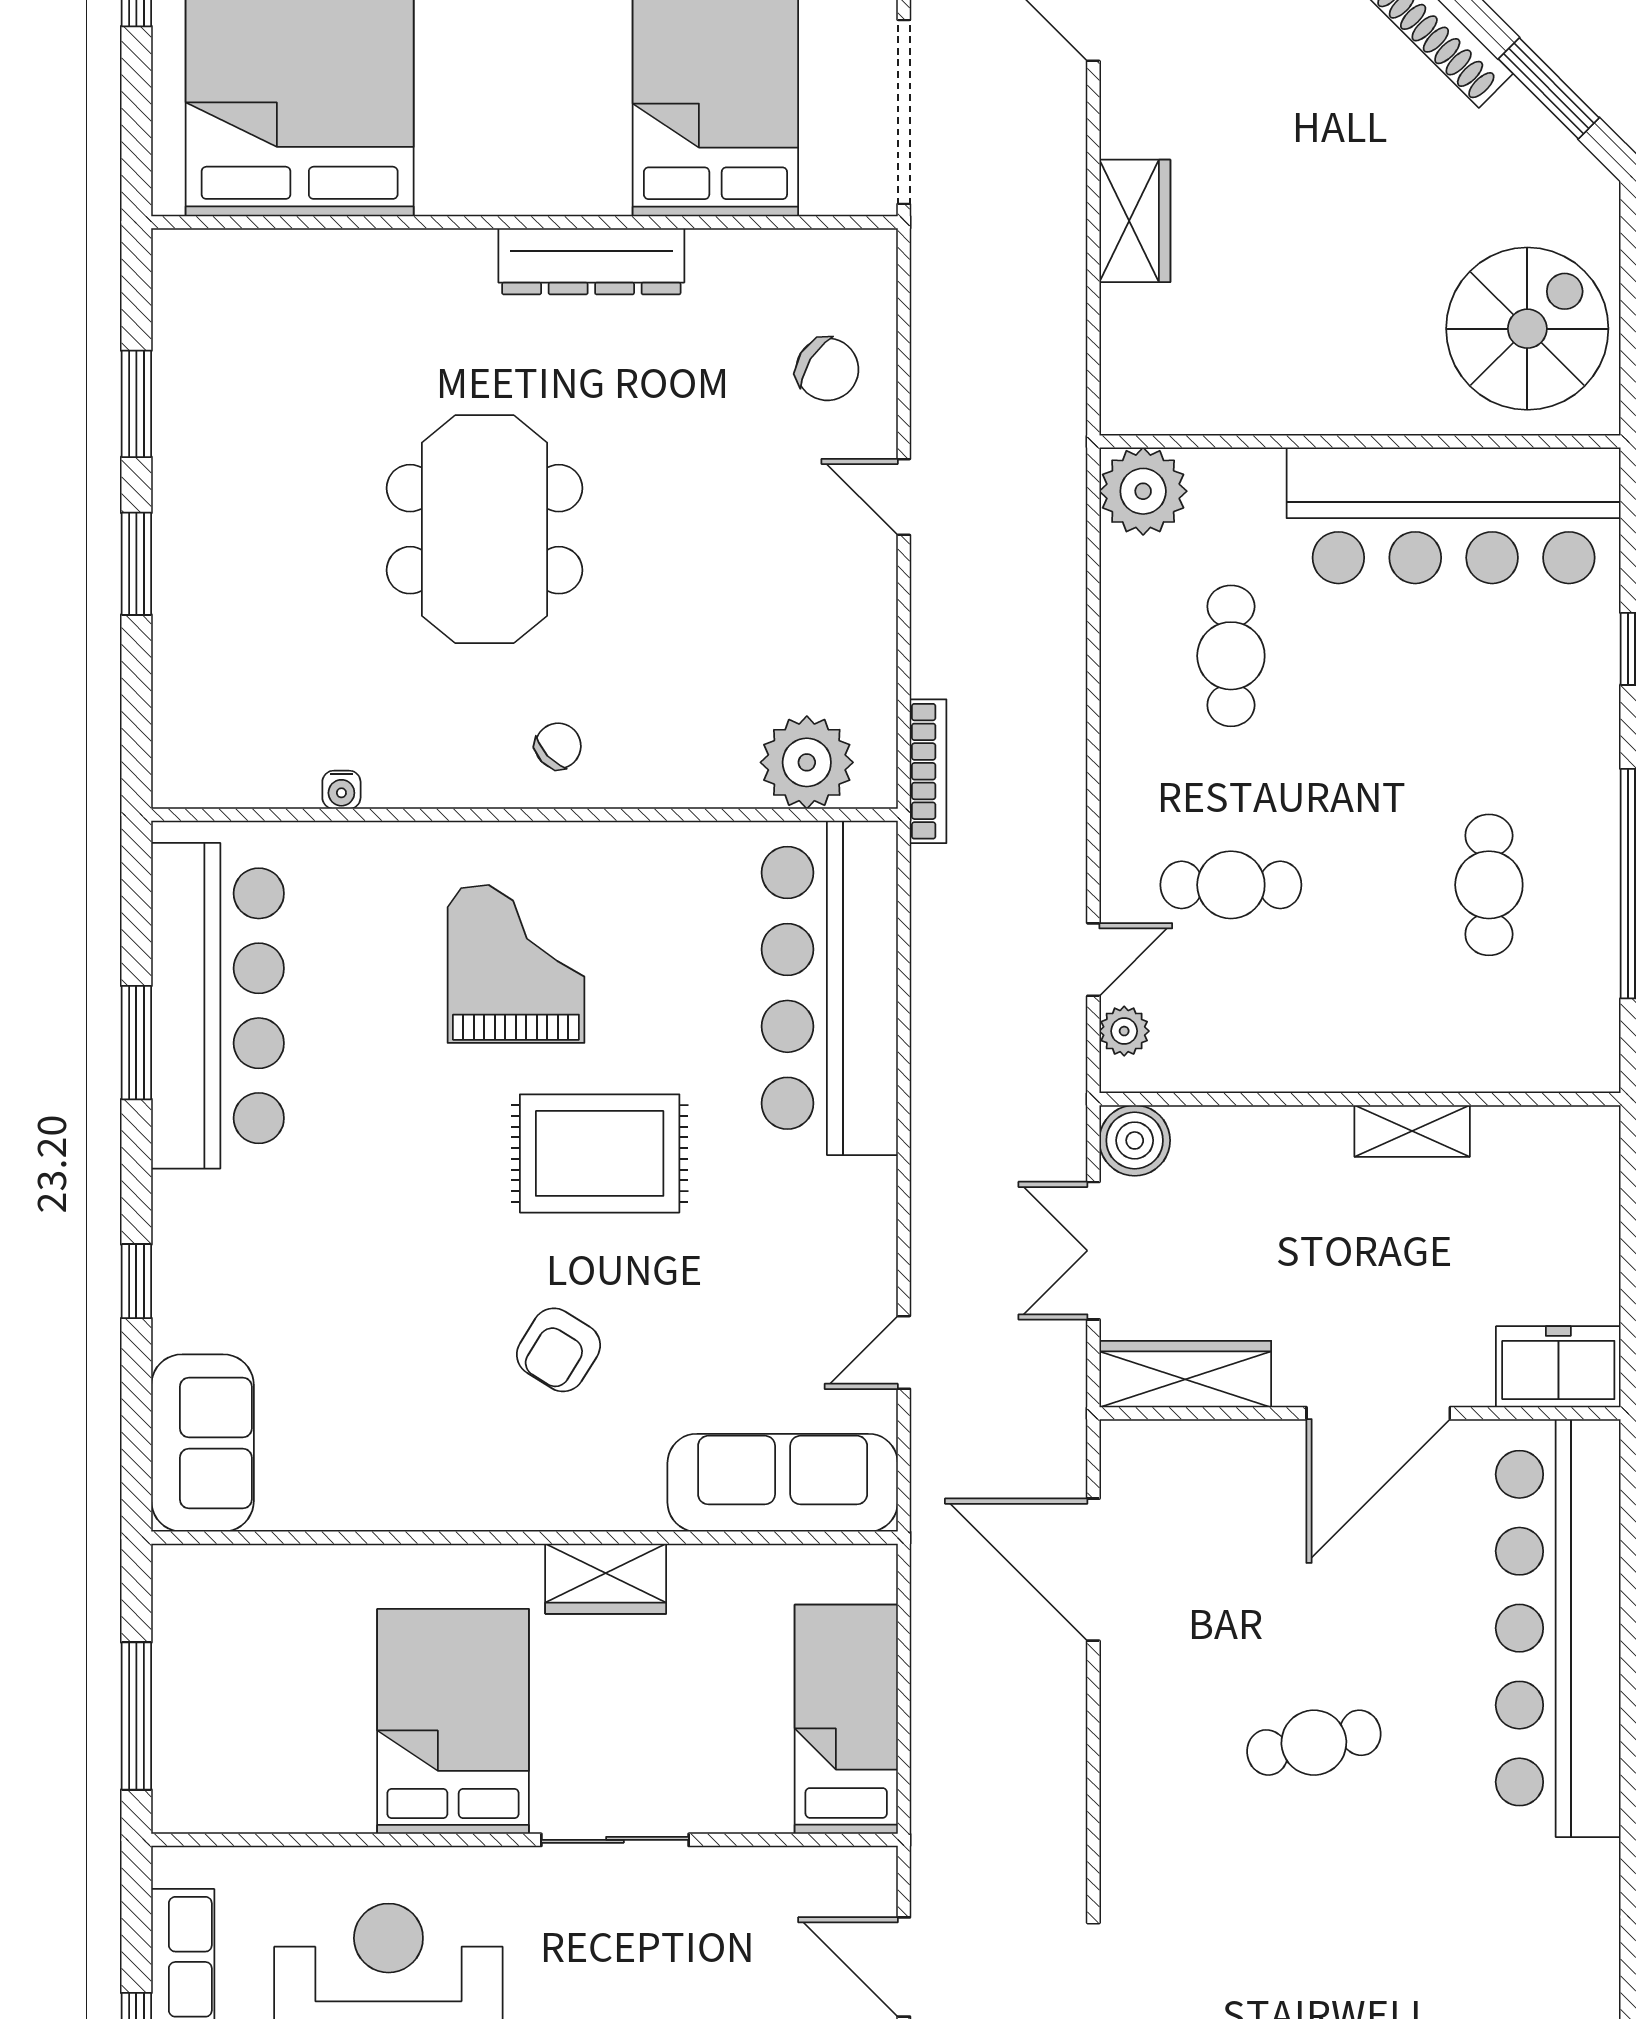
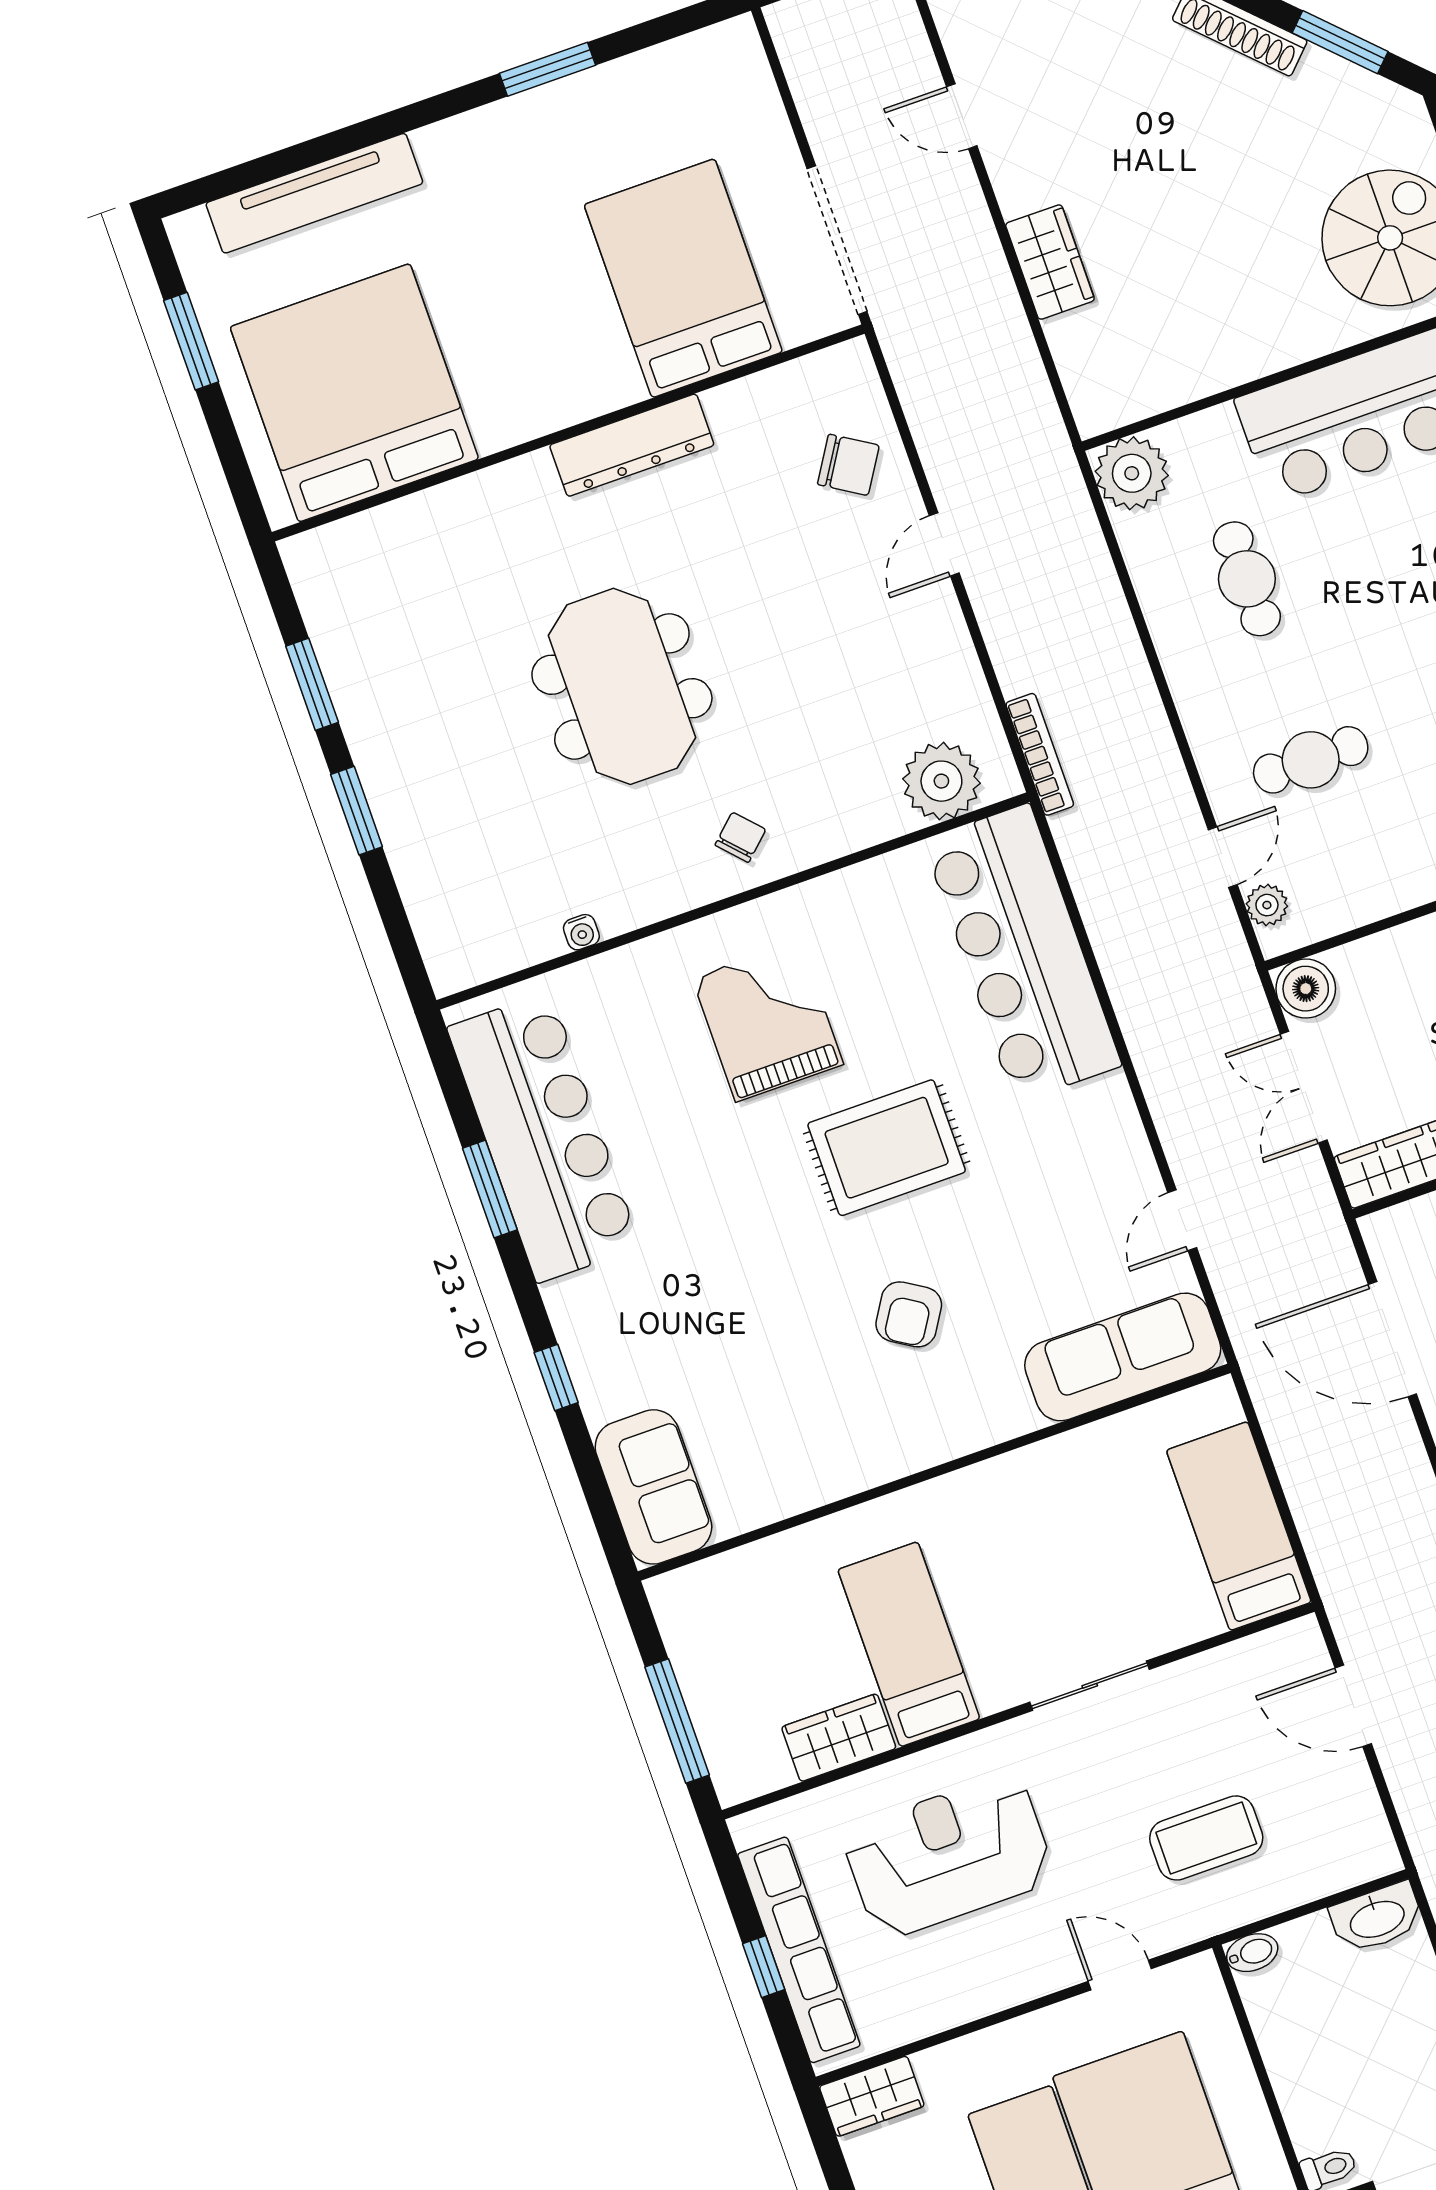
door: (904, 497) -> (944, 544), hinge flipped
wardrobe: (606, 1579) -> (839, 1738), moved, turned 180
bed: (453, 1721) -> (909, 1644), width x0.67

